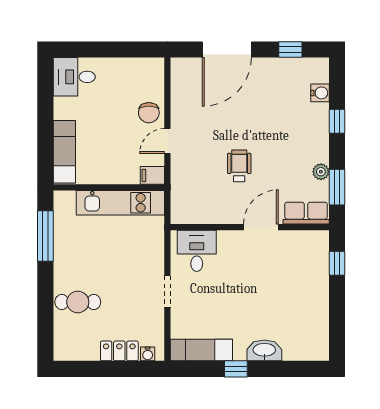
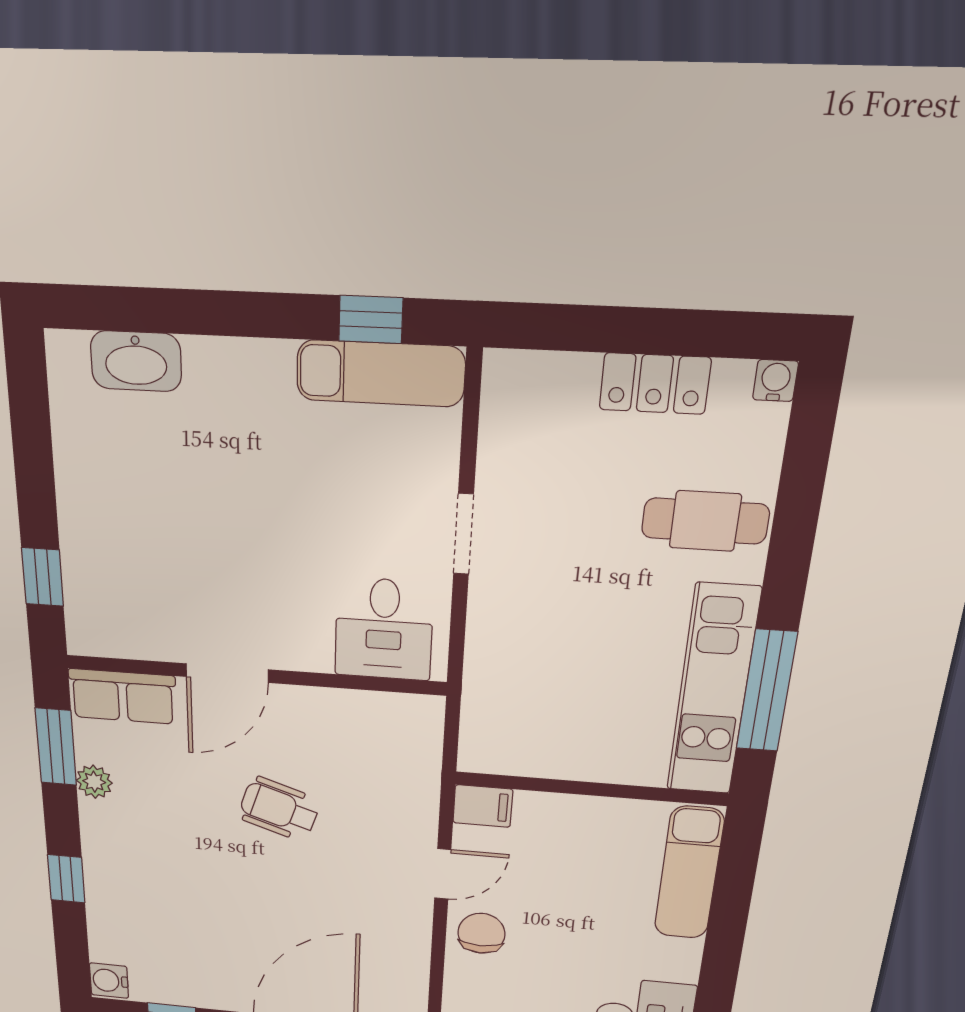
water cooler: (320, 93) -> (109, 981), moved
wheelchair: (239, 166) -> (279, 809), turned 108
kitchen unit: (120, 203) -> (713, 691), moved, turned -90
washbasin: (264, 350) -> (136, 361), moved
locker: (119, 351) -> (655, 384), moved
water cooler: (148, 354) -> (775, 380), moved
window: (236, 369) -> (371, 320), moved

